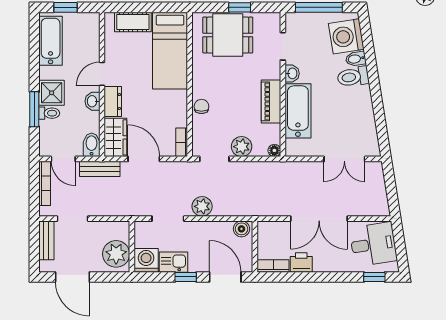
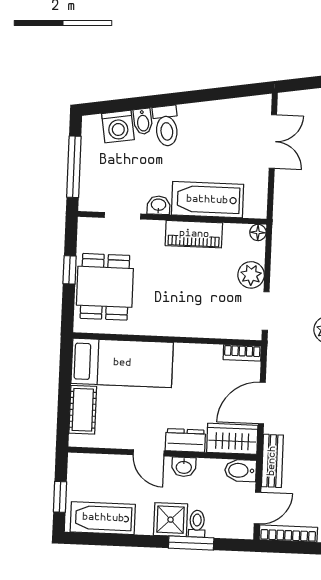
washing machine: (346, 36) -> (118, 127), width x0.73, depth x0.73
chair: (201, 106) -> (197, 325), removed

